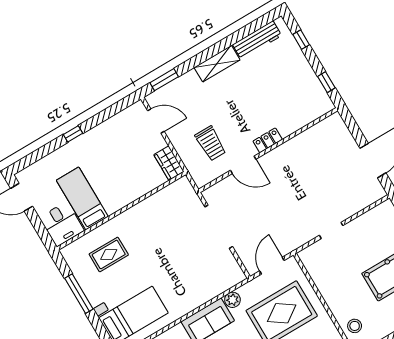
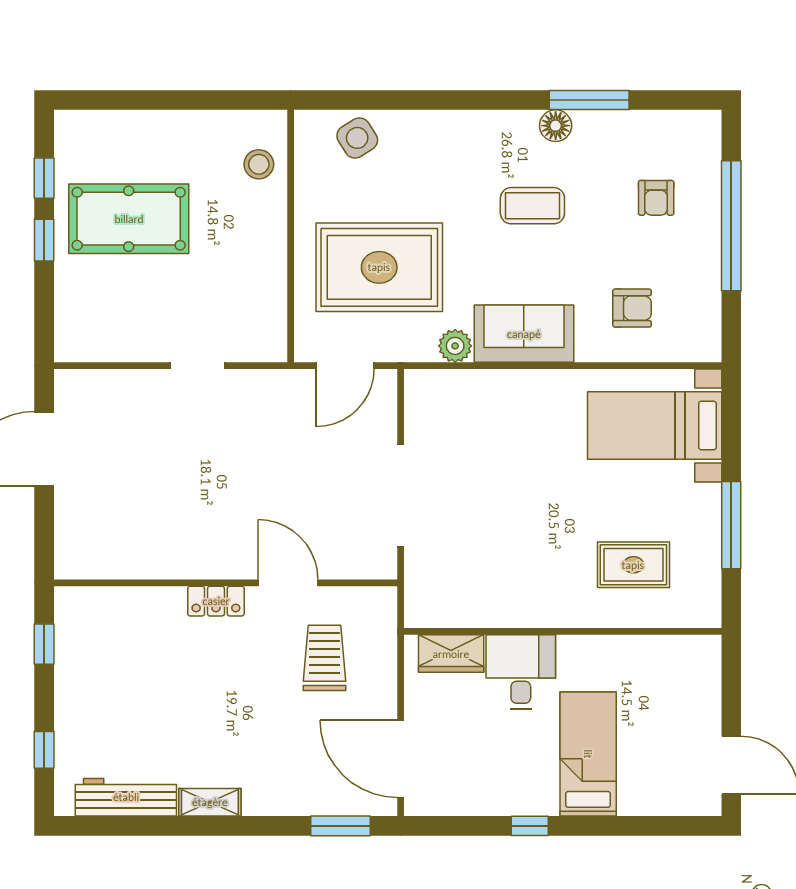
shelving: (217, 64) -> (210, 802), width x0.67, depth x0.75
door: (156, 121) -> (401, 759), width x1.36
window: (73, 134) -> (530, 826), moved
wardrobe: (169, 163) -> (451, 654), moved, turned 90
bed: (82, 198) -> (588, 754), moved, turned 180
desk: (62, 224) -> (521, 672), moved

